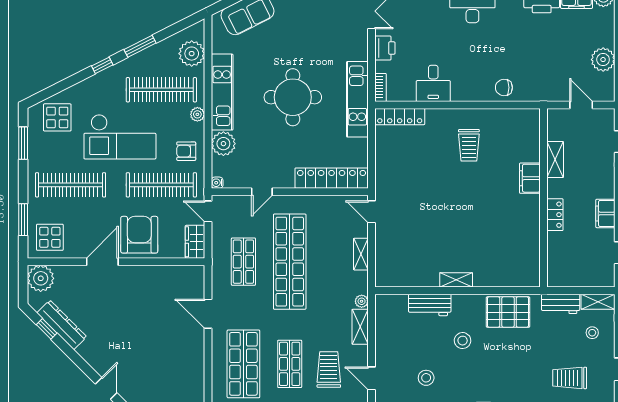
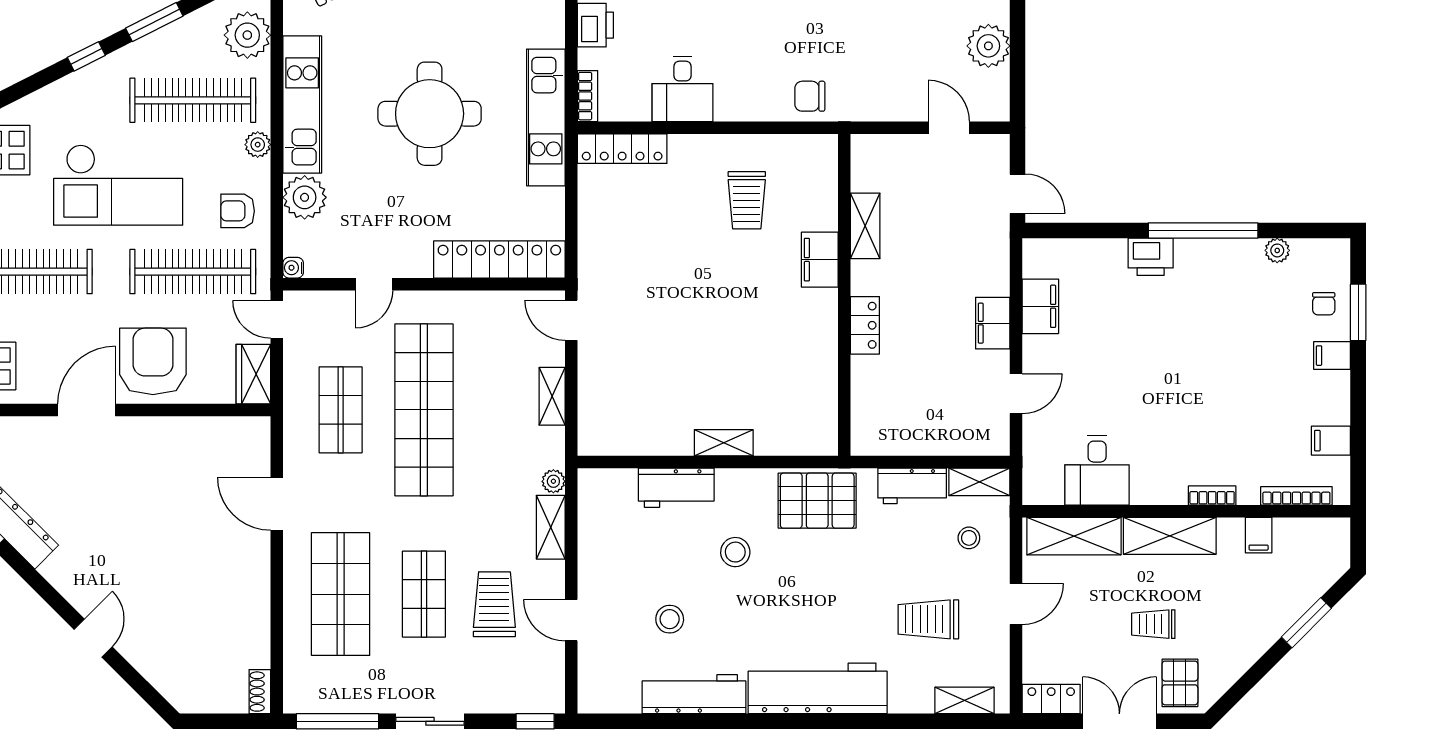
shelving: (555, 160) -> (865, 226), moved
filing cabinet: (530, 178) -> (820, 260), moved
wall: (543, 198) -> (844, 295), moved
locker: (555, 215) -> (865, 325), moved

